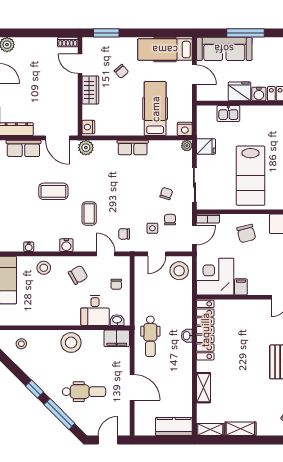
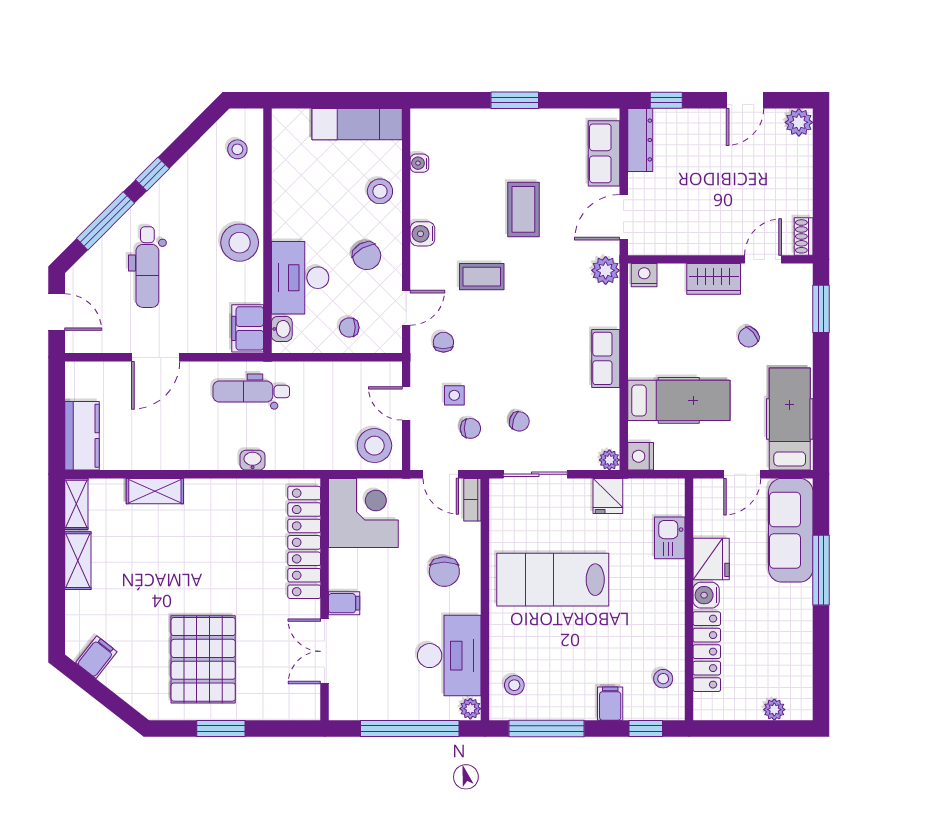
chair: (246, 233) -> (444, 572), turned -76
filing cabinet: (241, 287) -> (344, 603), moved
desk: (95, 310) -> (300, 278), width x1.37
locker: (205, 330) -> (304, 542), moved, turned 90

